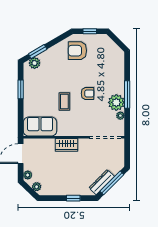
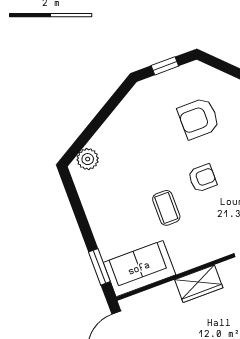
window: (38, 51) -> (86, 136), removed
armchair: (77, 51) -> (198, 118), moved
window: (21, 89) -> (99, 267), moved

